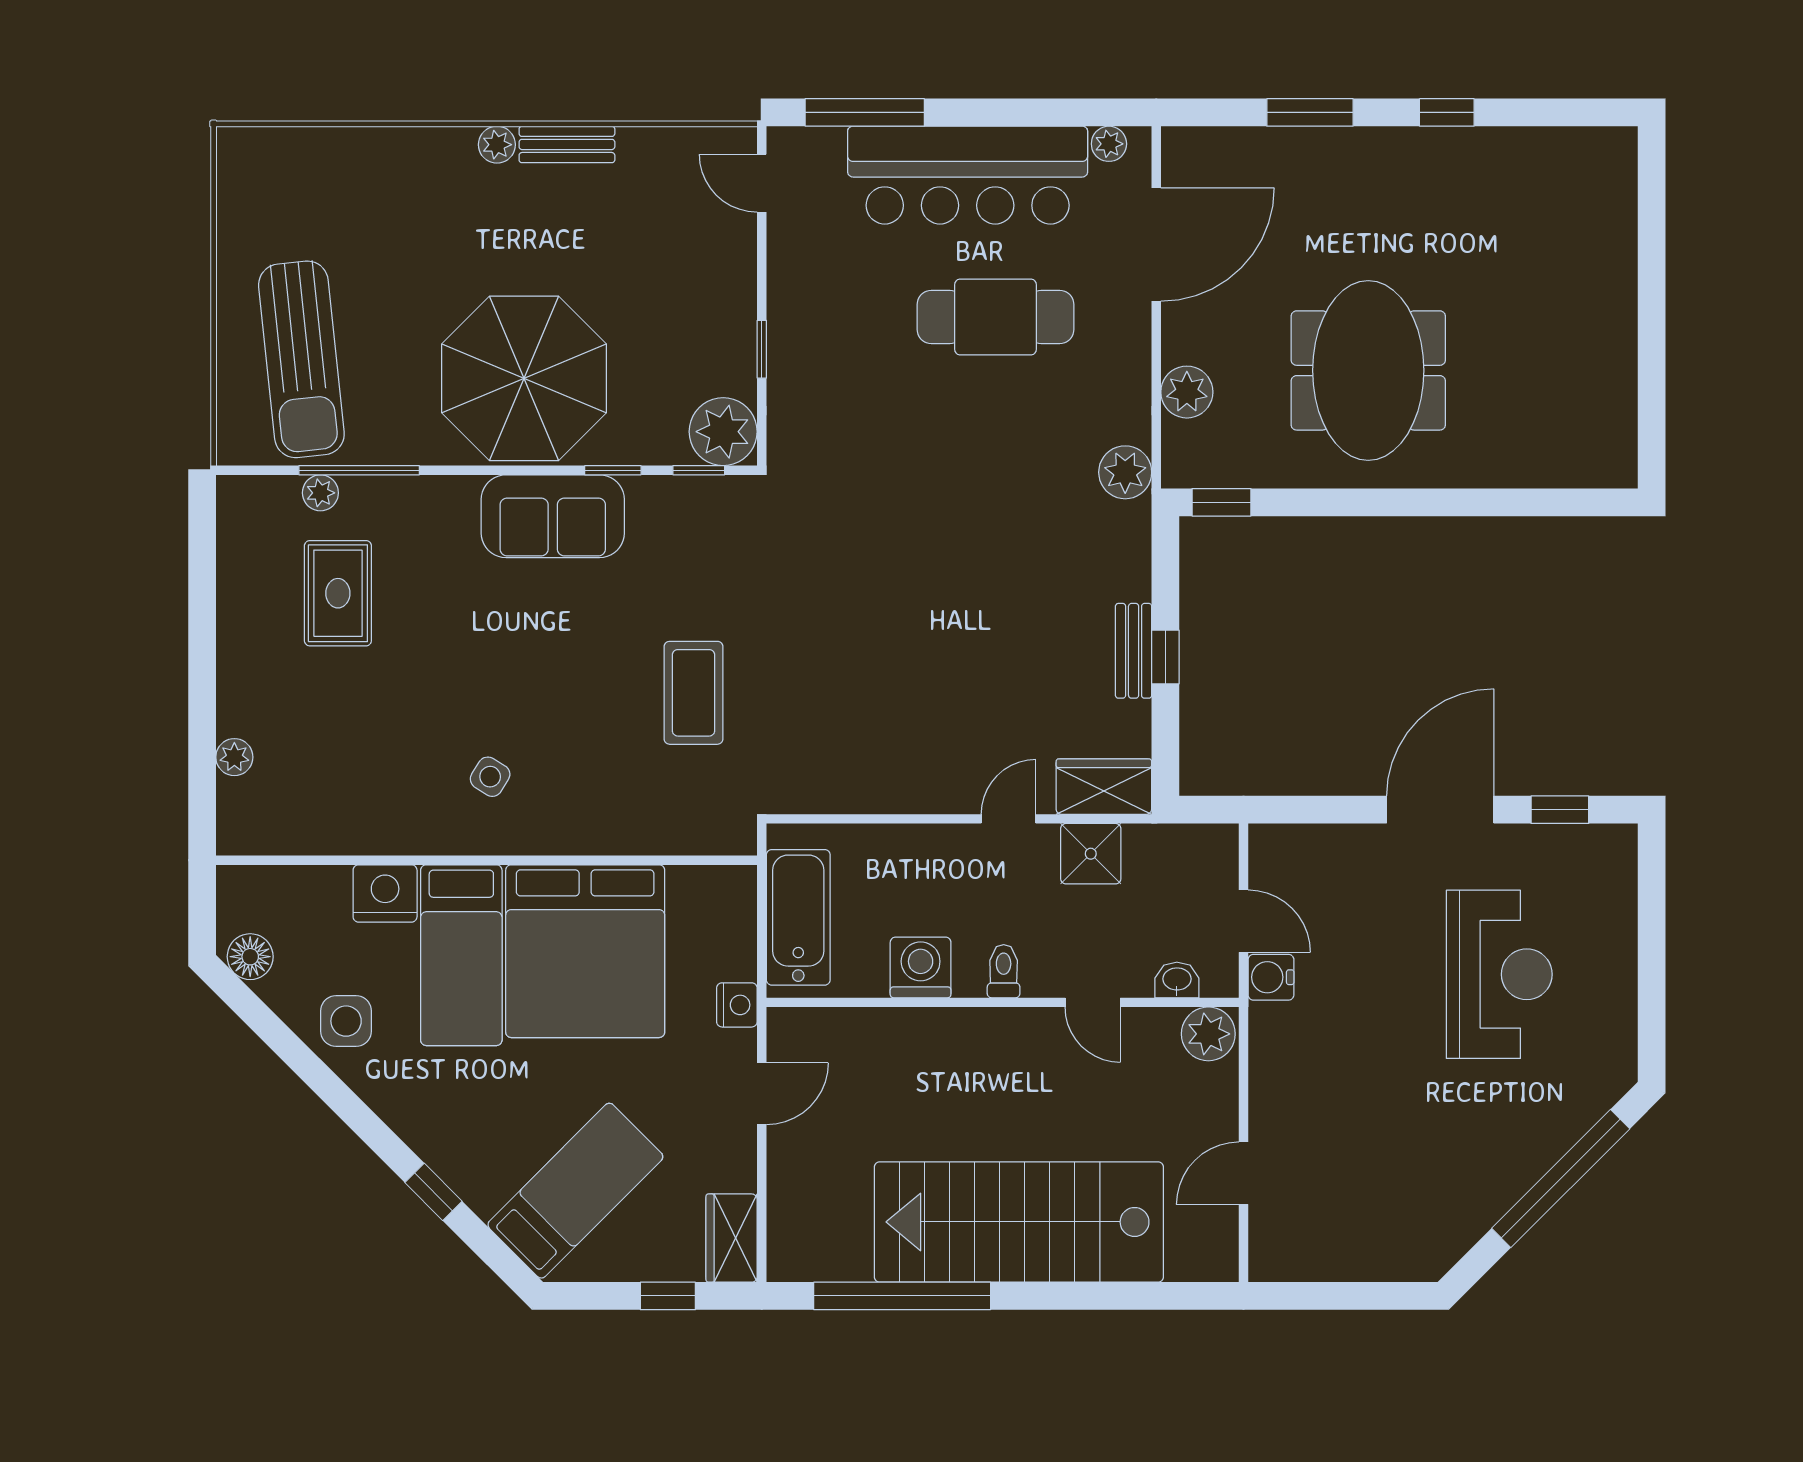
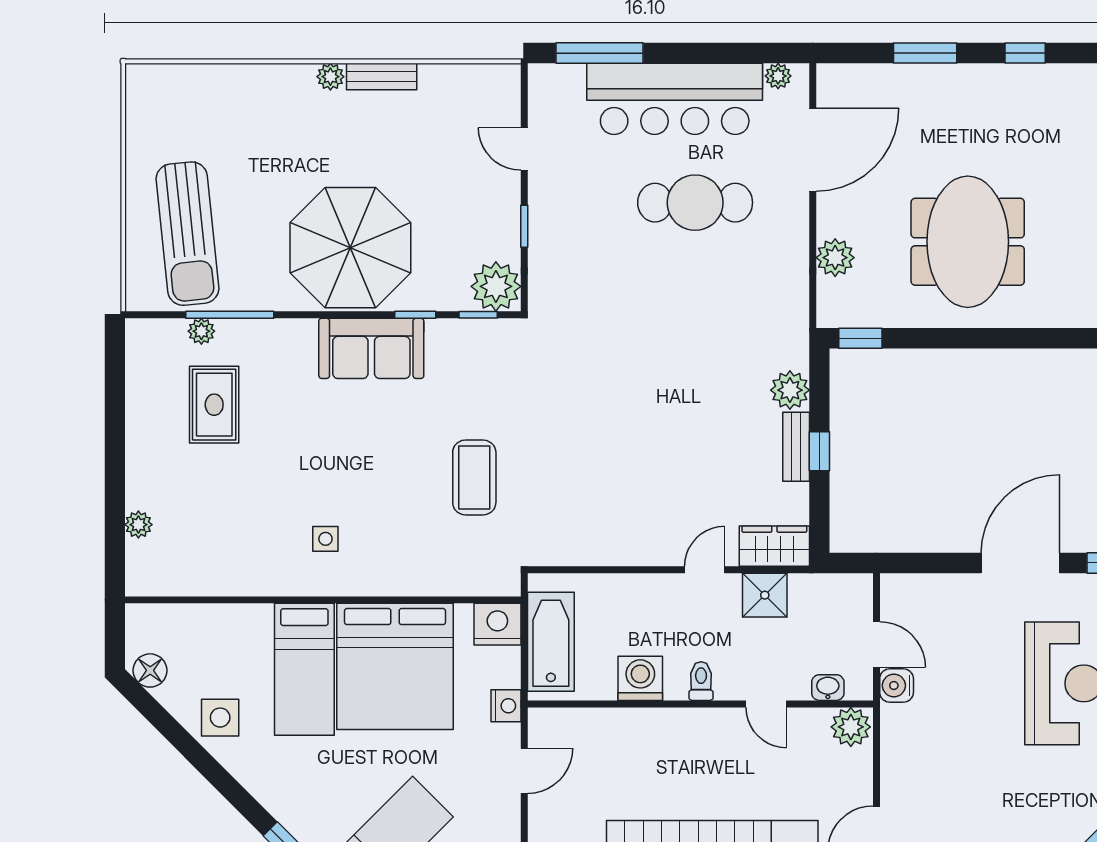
door: (762, 183) -> (524, 149), moved
plant: (1125, 472) -> (790, 390), moved
side table: (490, 777) -> (325, 539), turned -32
nightstand: (385, 893) -> (497, 624), moved

